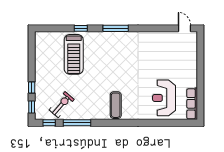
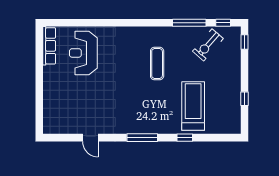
door: (184, 28) -> (90, 138), moved
window: (32, 87) -> (244, 99), moved
reception desk: (164, 98) -> (83, 53), turned 180
exercise mat: (116, 105) -> (157, 63), moved

